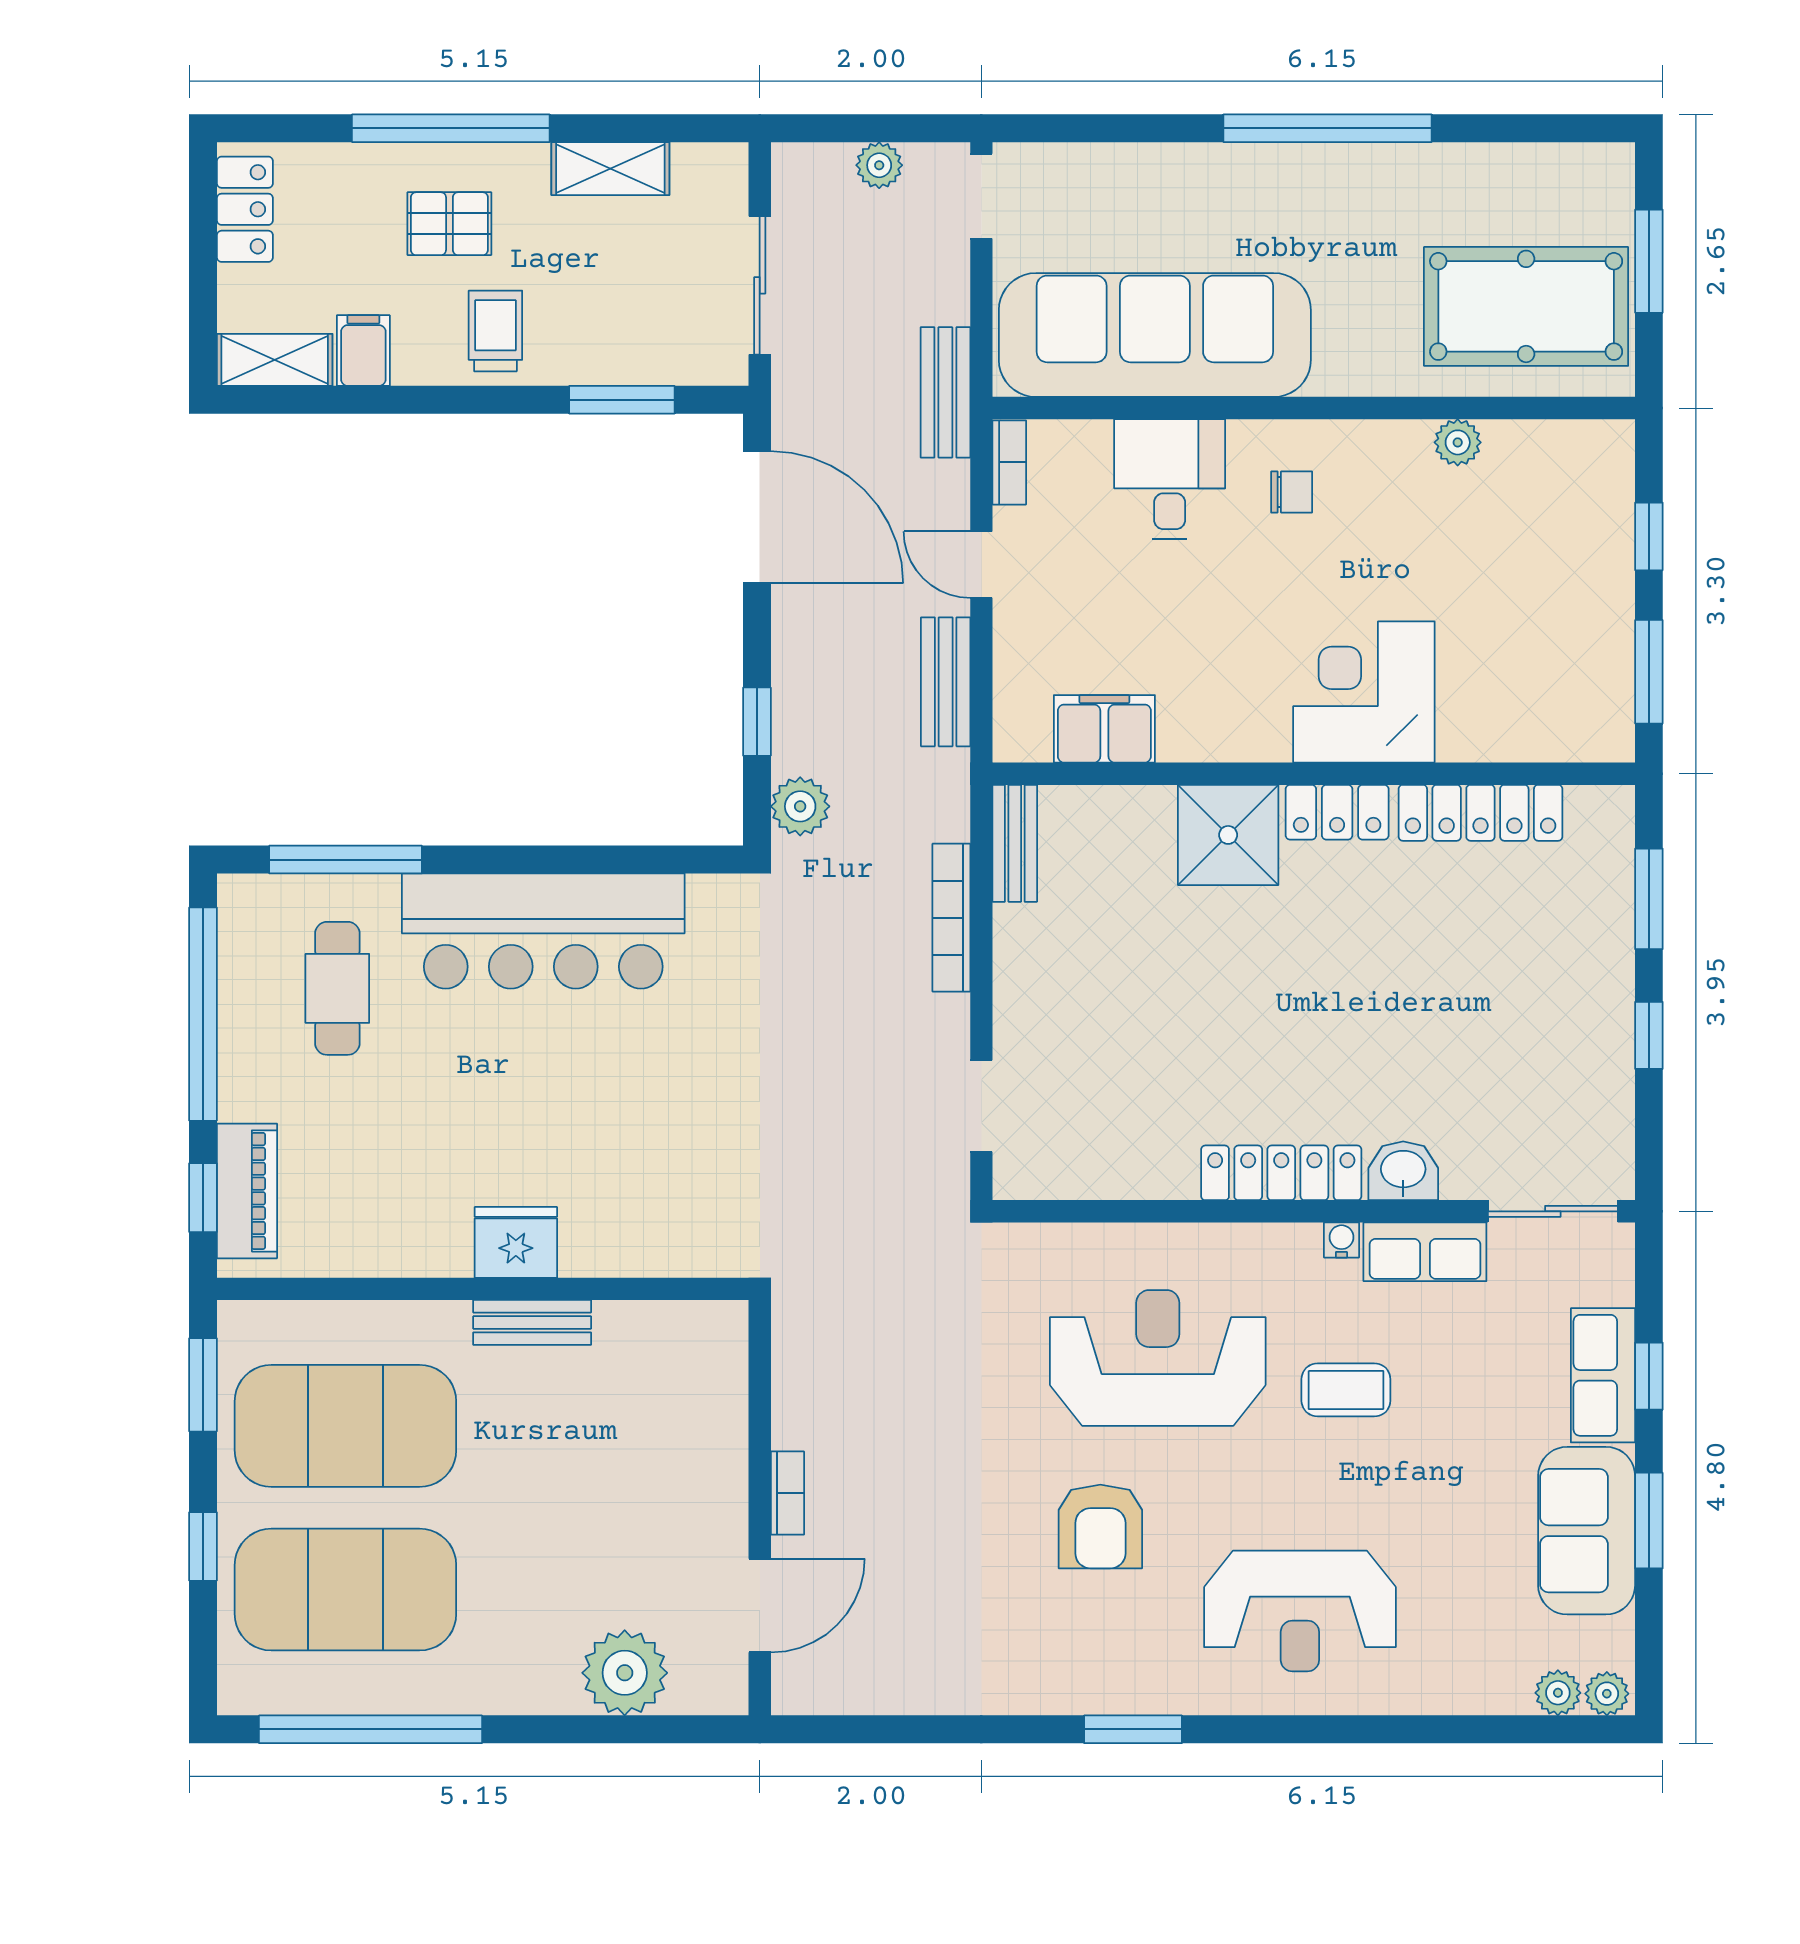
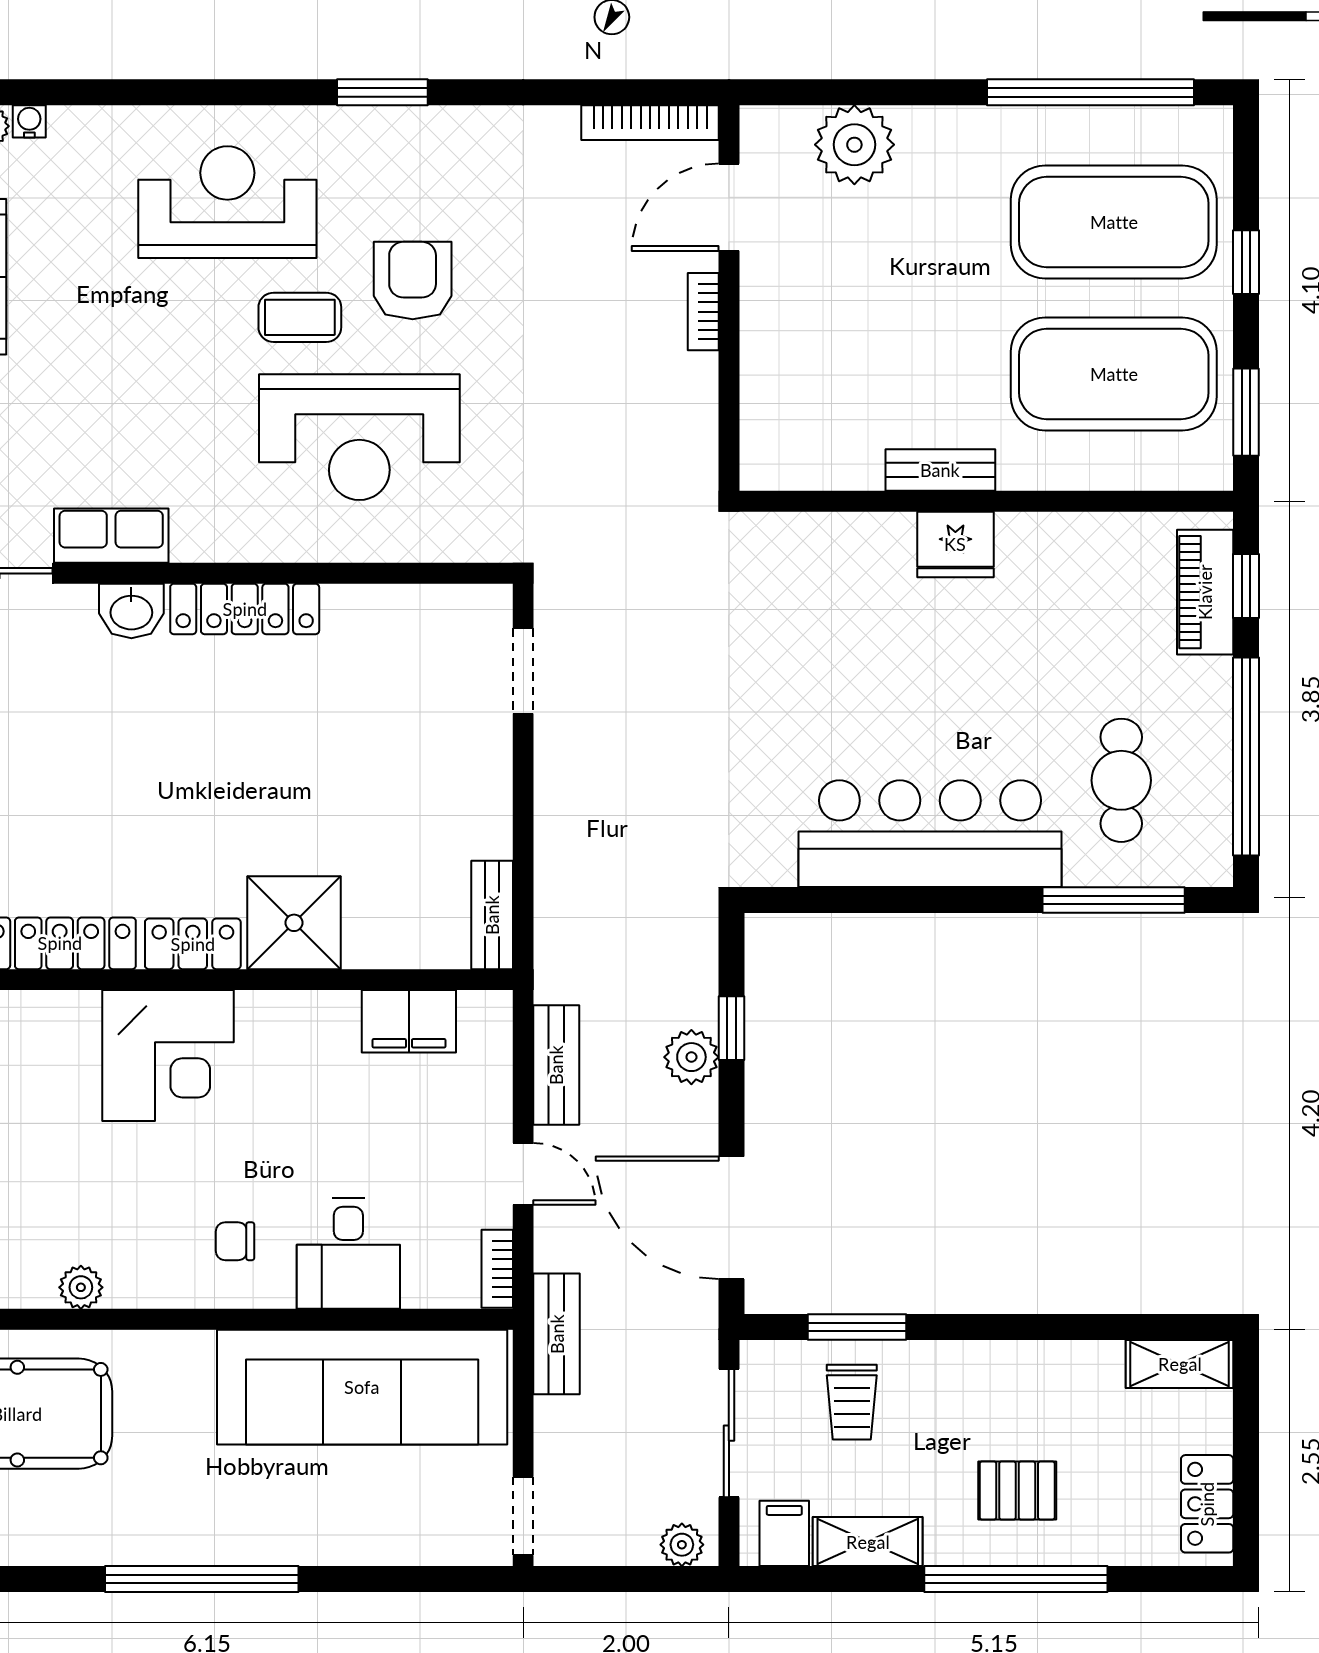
plant: (879, 165) -> (682, 1545), moved
trolley: (495, 331) -> (852, 1402), moved
filing cabinet: (363, 351) -> (784, 1533), moved, turned 180
plant: (800, 806) -> (691, 1057), moved
bookcase: (951, 918) -> (650, 123), moved, turned 90
water cooler: (1341, 1240) -> (29, 121), moved, turned 180
coffee table: (1346, 1390) -> (300, 317), moved

